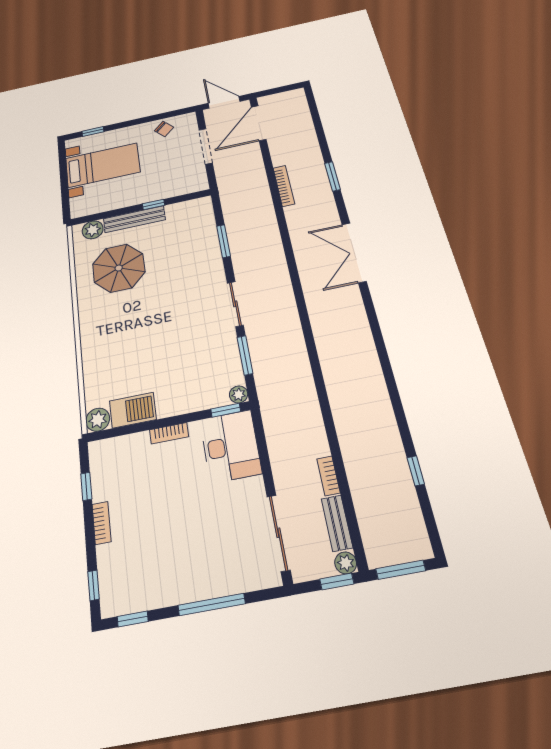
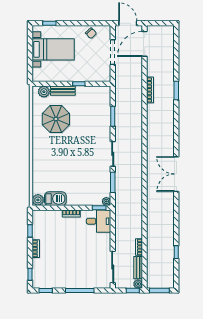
bench: (134, 219) -> (63, 91), width x0.73
double door: (354, 252) -> (176, 174), moved
desk: (231, 446) -> (99, 221), width x0.73

